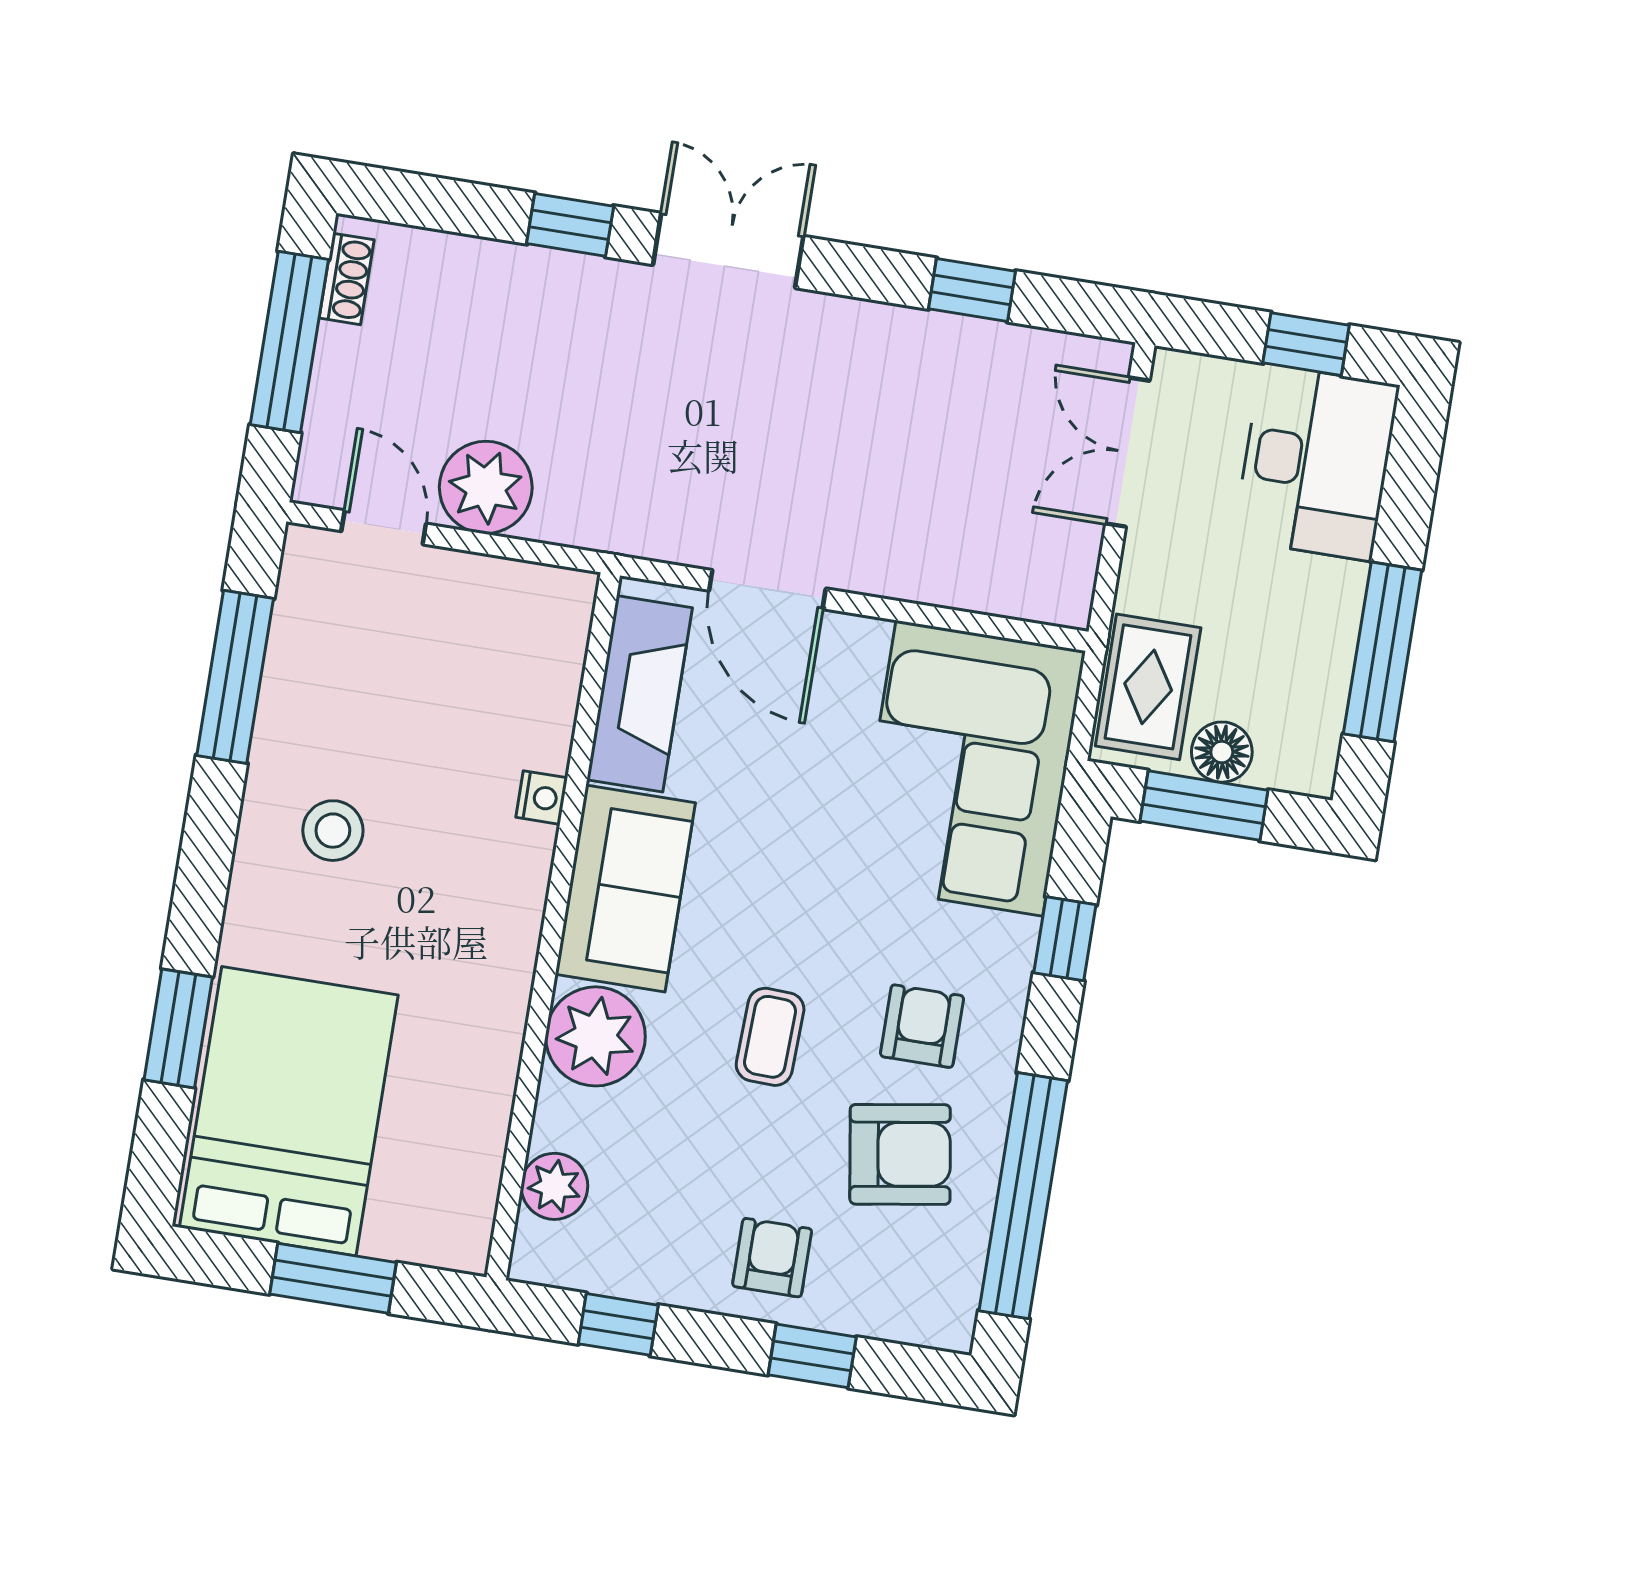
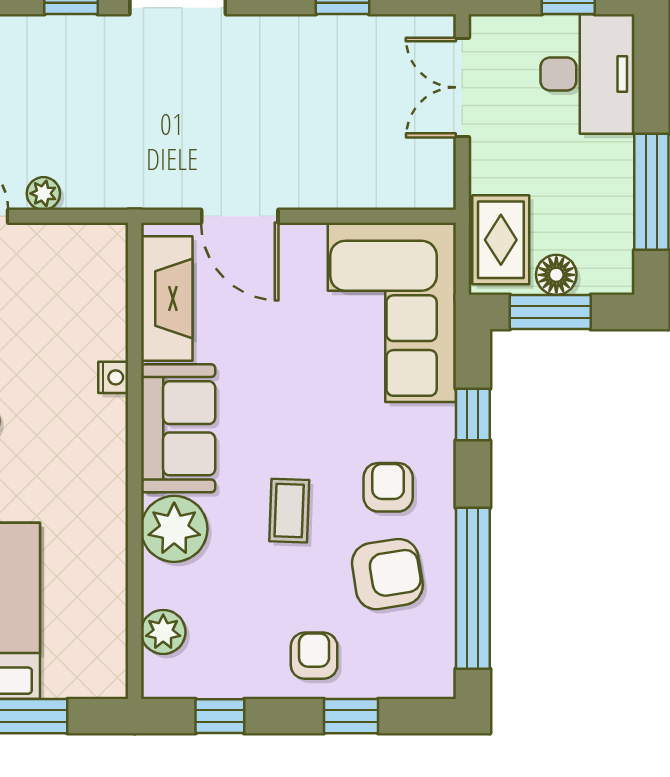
plant: (486, 487) -> (43, 193), width x0.53, depth x0.53

